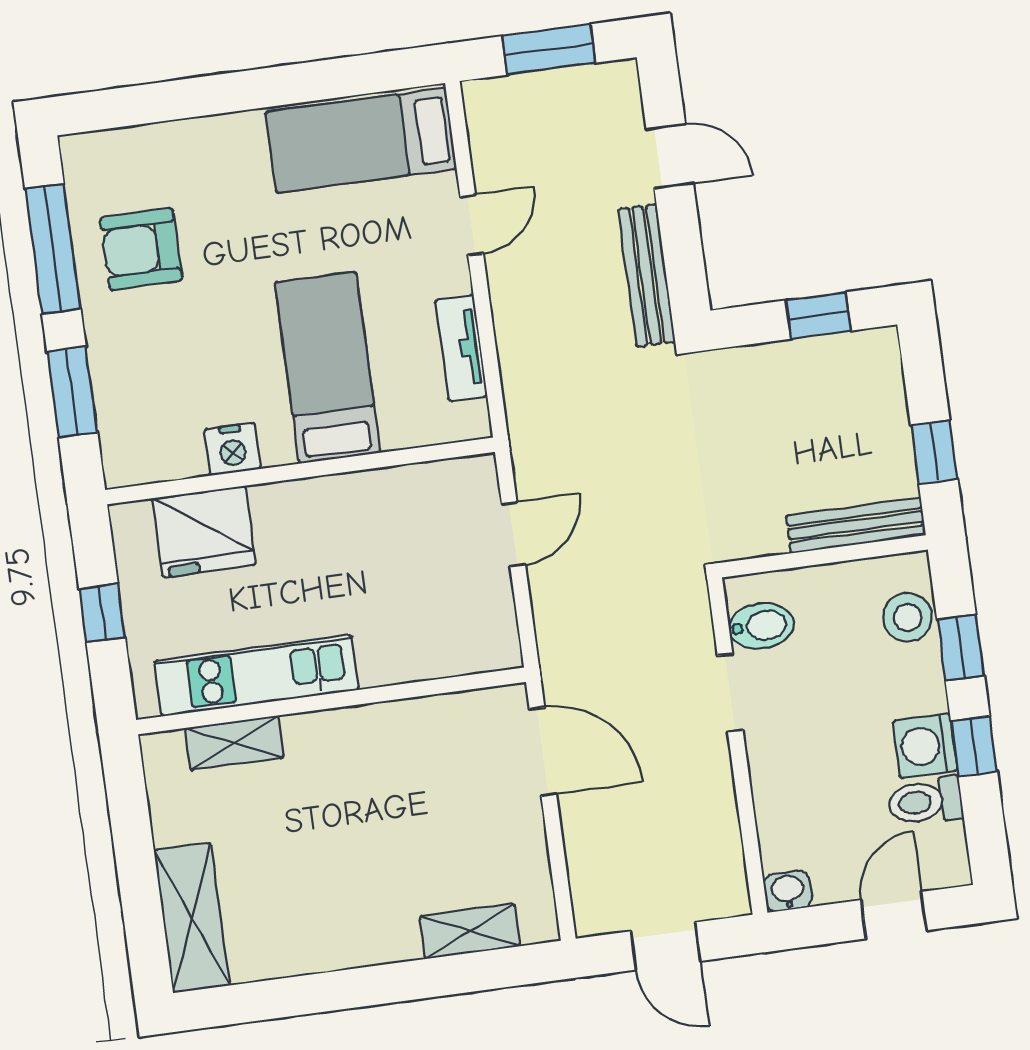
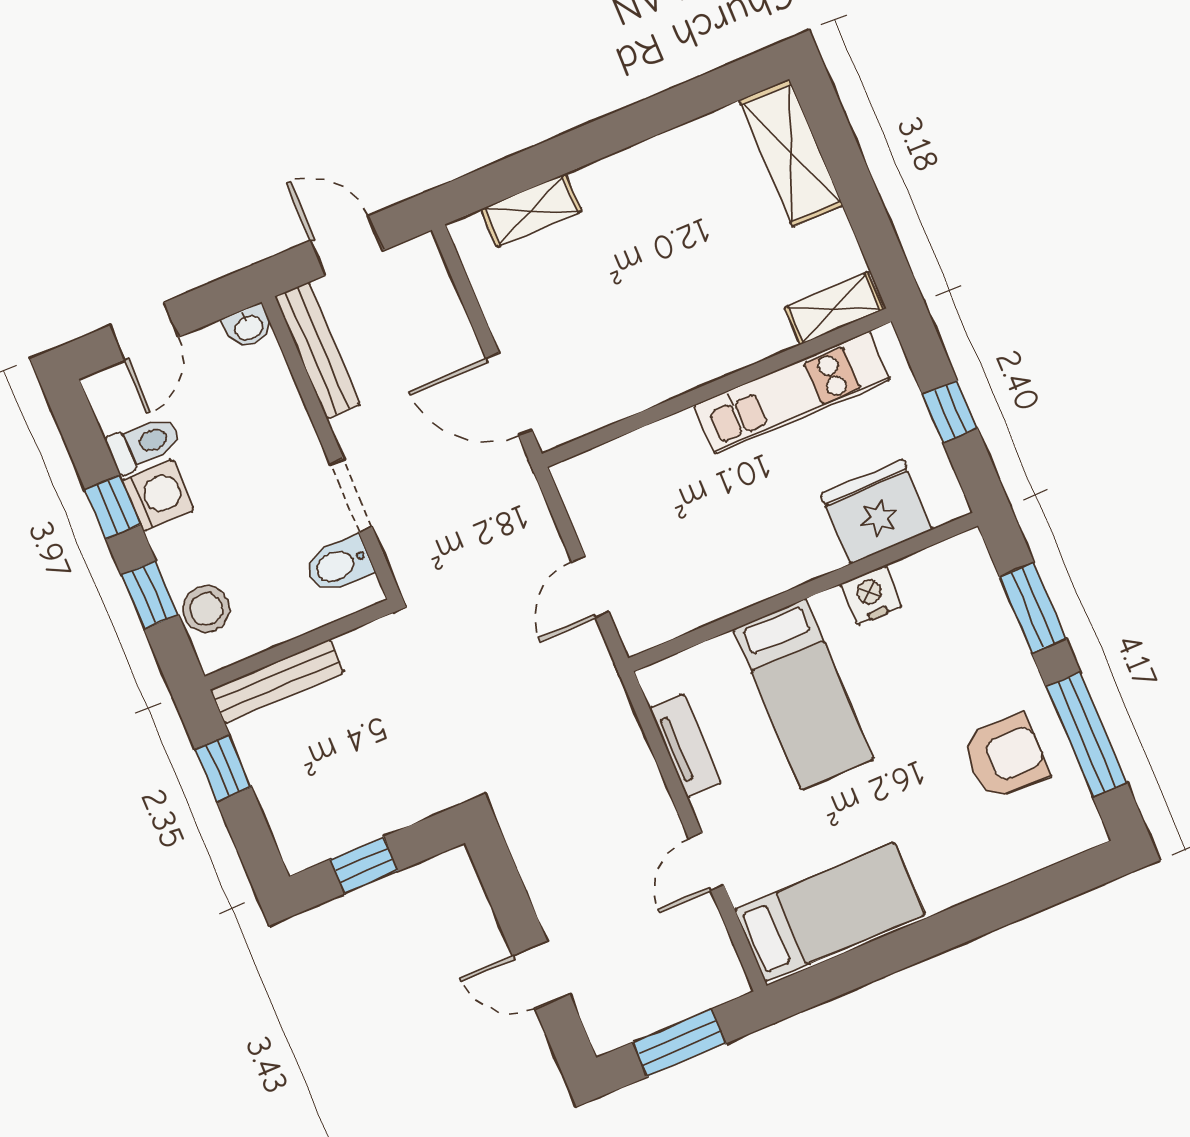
bench: (647, 276) -> (318, 350), moved
shelving: (234, 743) -> (834, 309), moved

